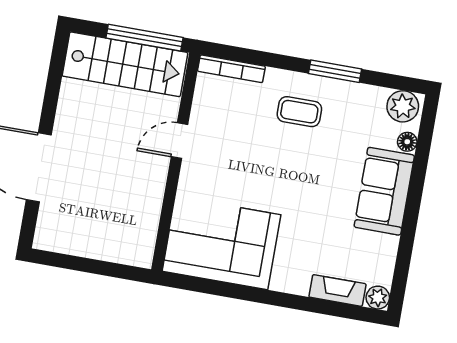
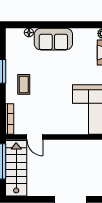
plant: (403, 106) -> (13, 37), removed
door: (180, 141) -> (35, 137), moved

